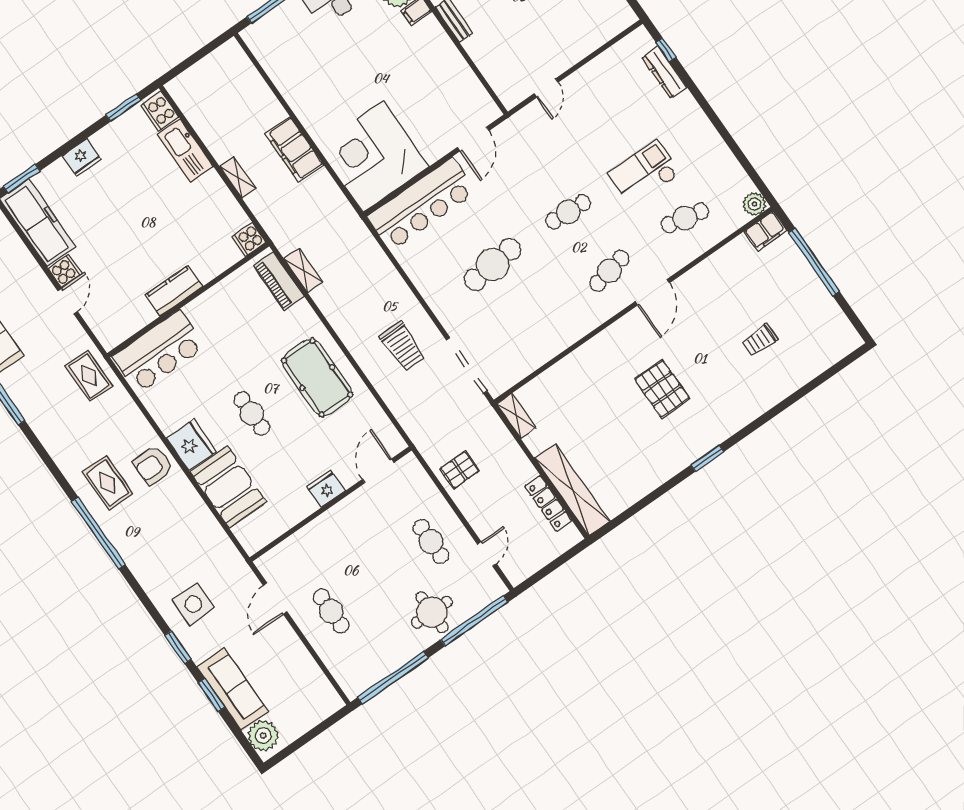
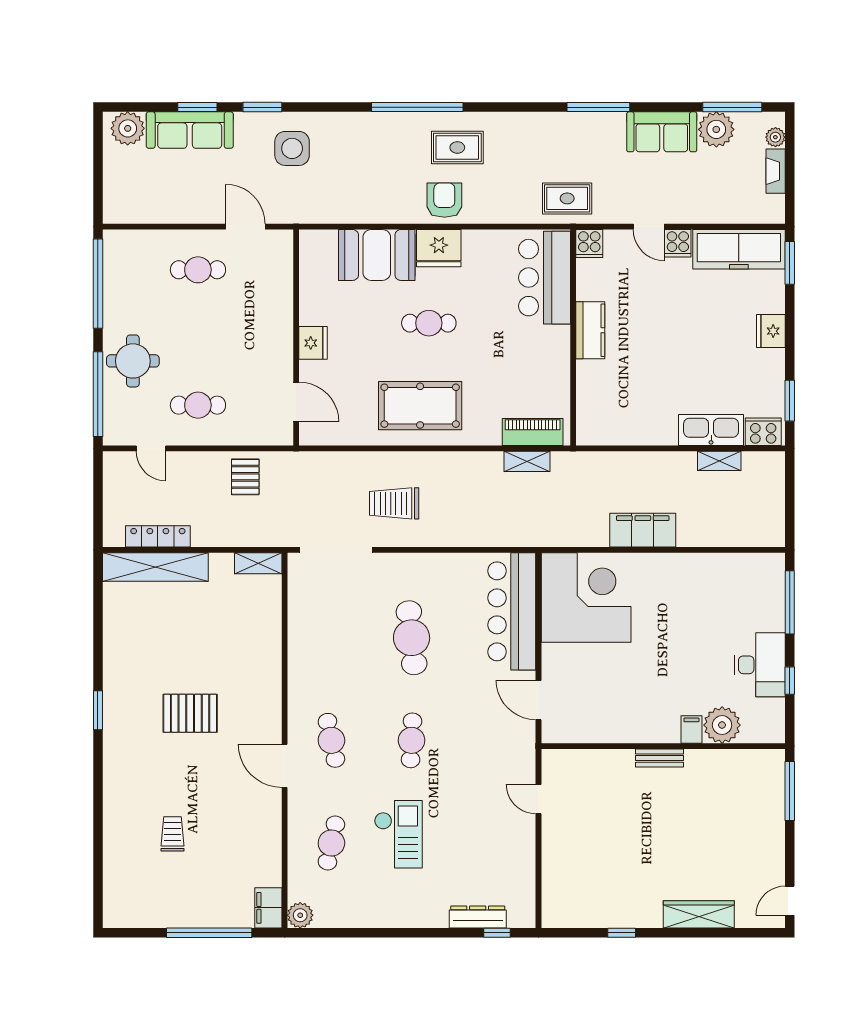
shelving: (238, 177) -> (719, 461), moved
cooker: (249, 240) -> (589, 243), moved, turned 180

